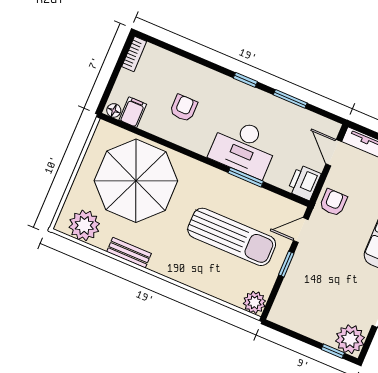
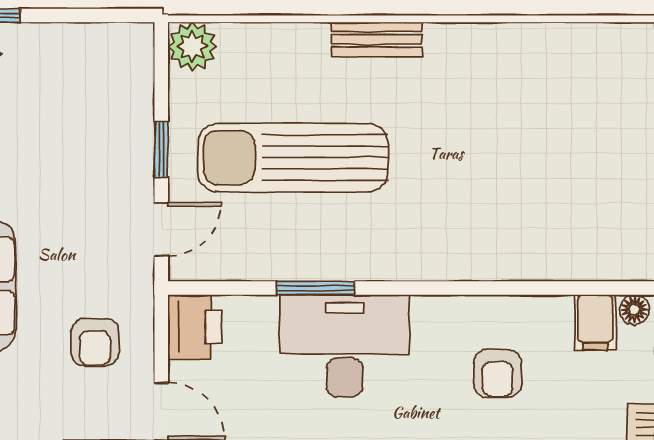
parasol: (136, 181) -> (531, 188), removed
armchair: (333, 203) -> (95, 342), moved
plant: (84, 225) -> (596, 56), removed
bench: (129, 253) -> (377, 39), moved

